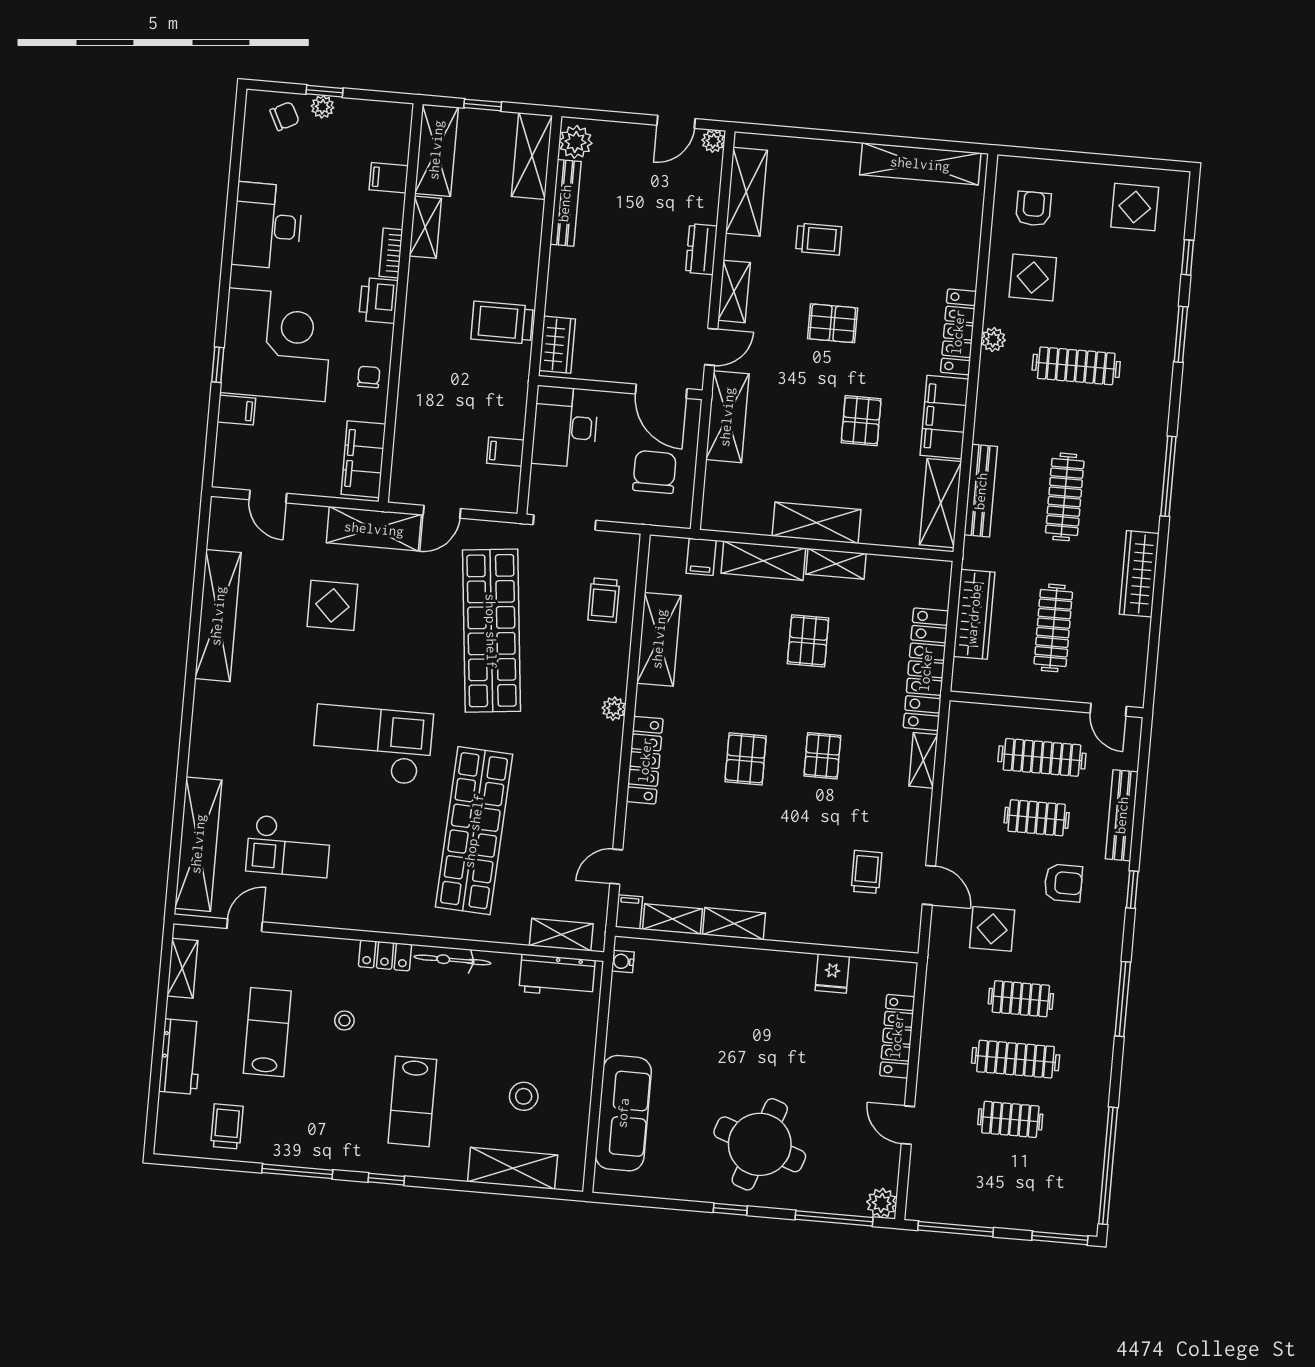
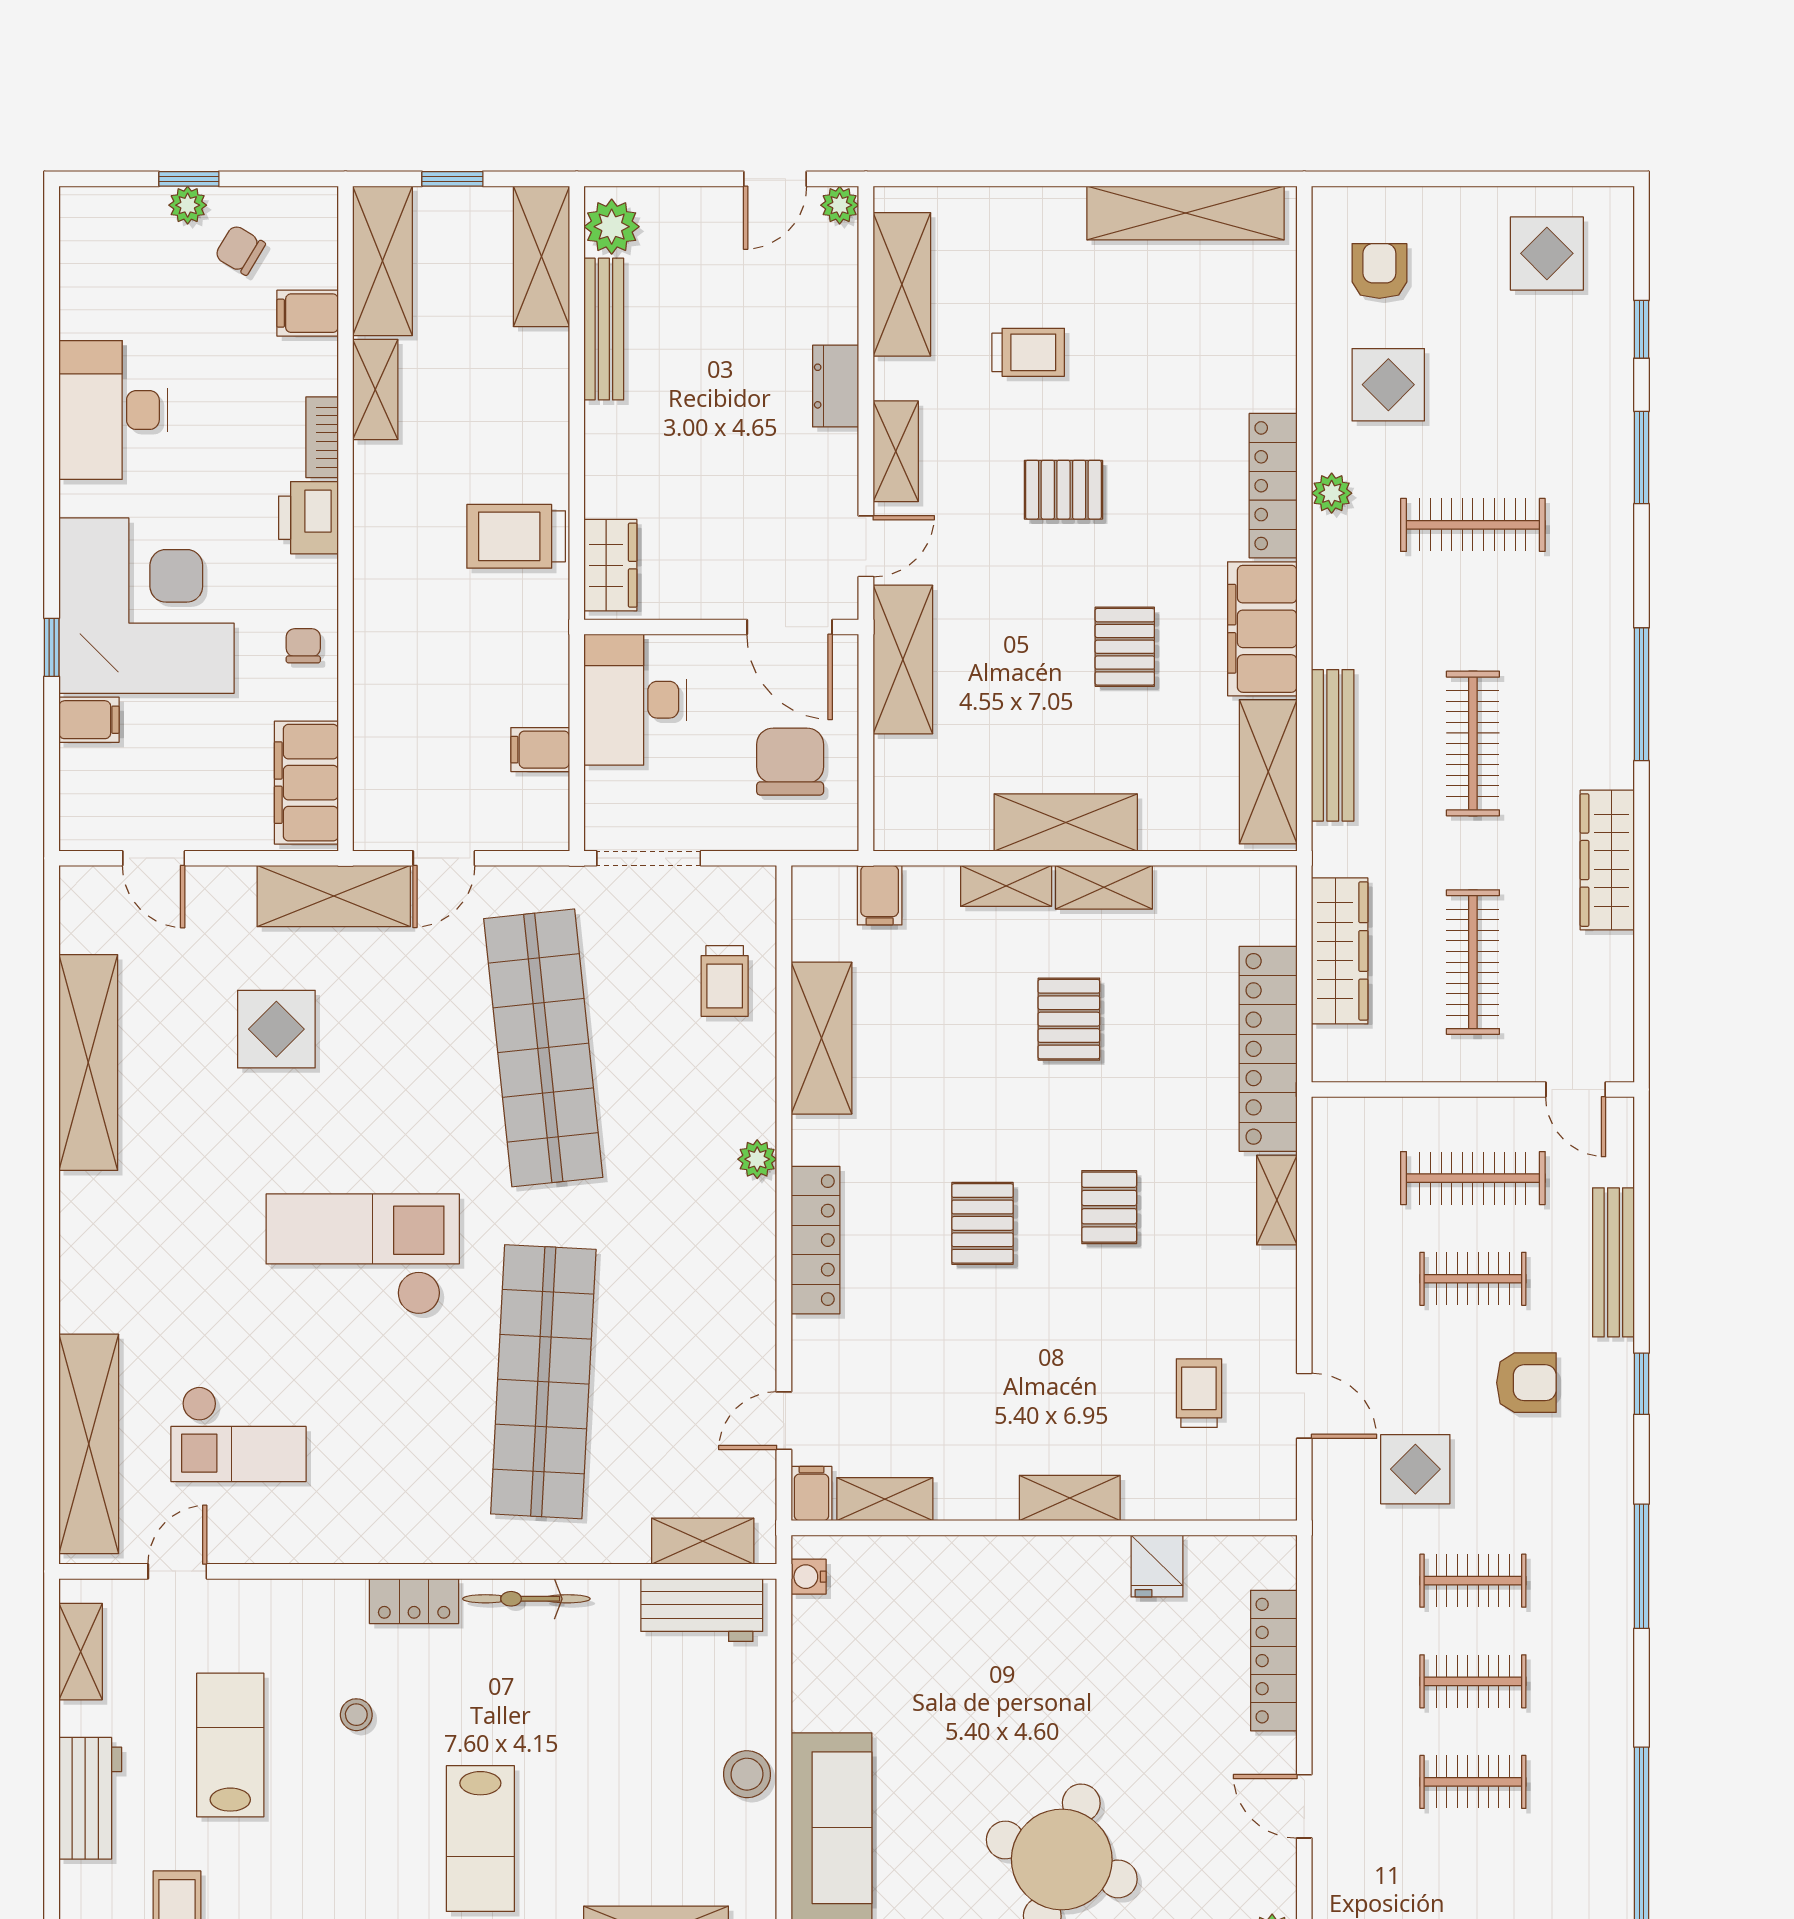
chair: (285, 116) -> (240, 250), moved, turned -122
shelving: (763, 561) -> (1006, 886), width x0.67, depth x0.75
shelving: (734, 924) -> (1070, 1498), moved
clothes rail: (1016, 1059) -> (1473, 1681), width x0.73
stool: (524, 1096) -> (747, 1774), moved

